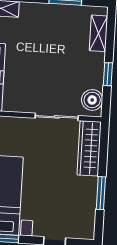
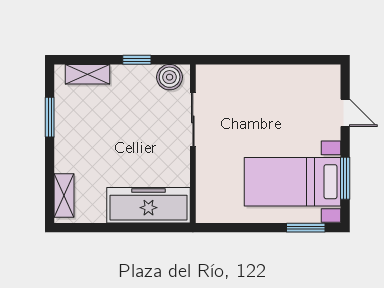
wardrobe: (89, 148) -> (229, 77), removed
window: (101, 193) -> (283, 60), removed

